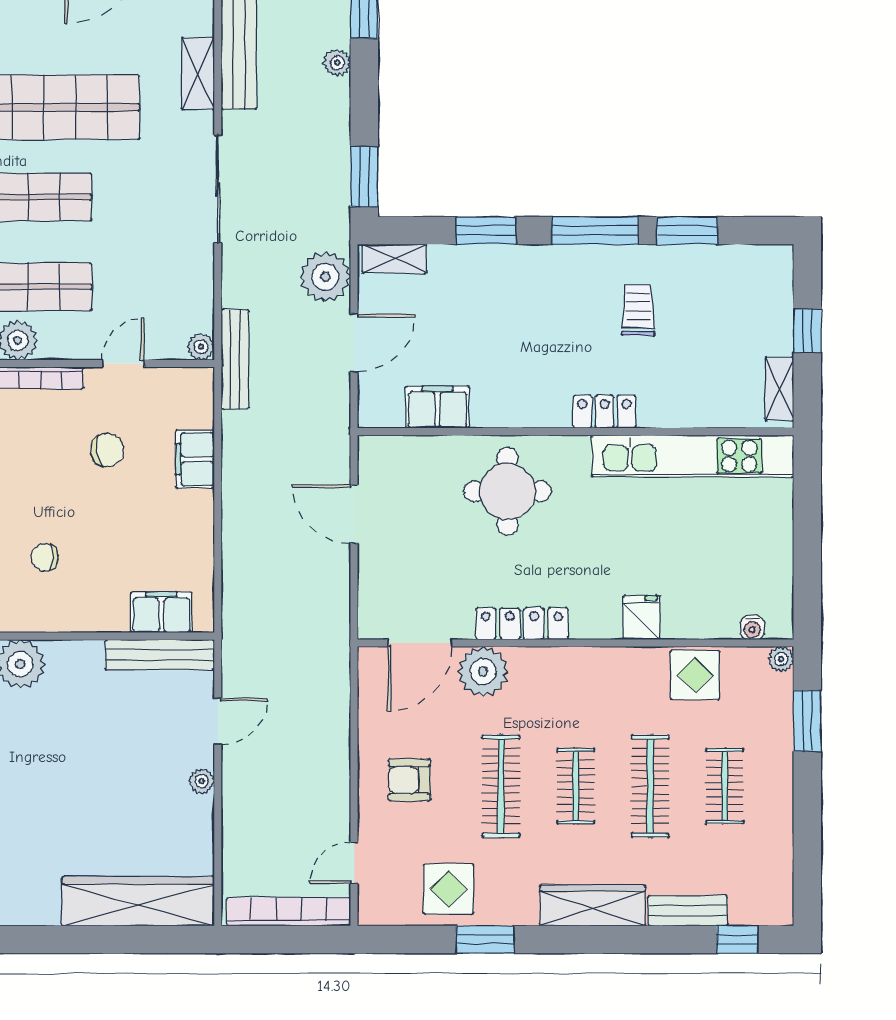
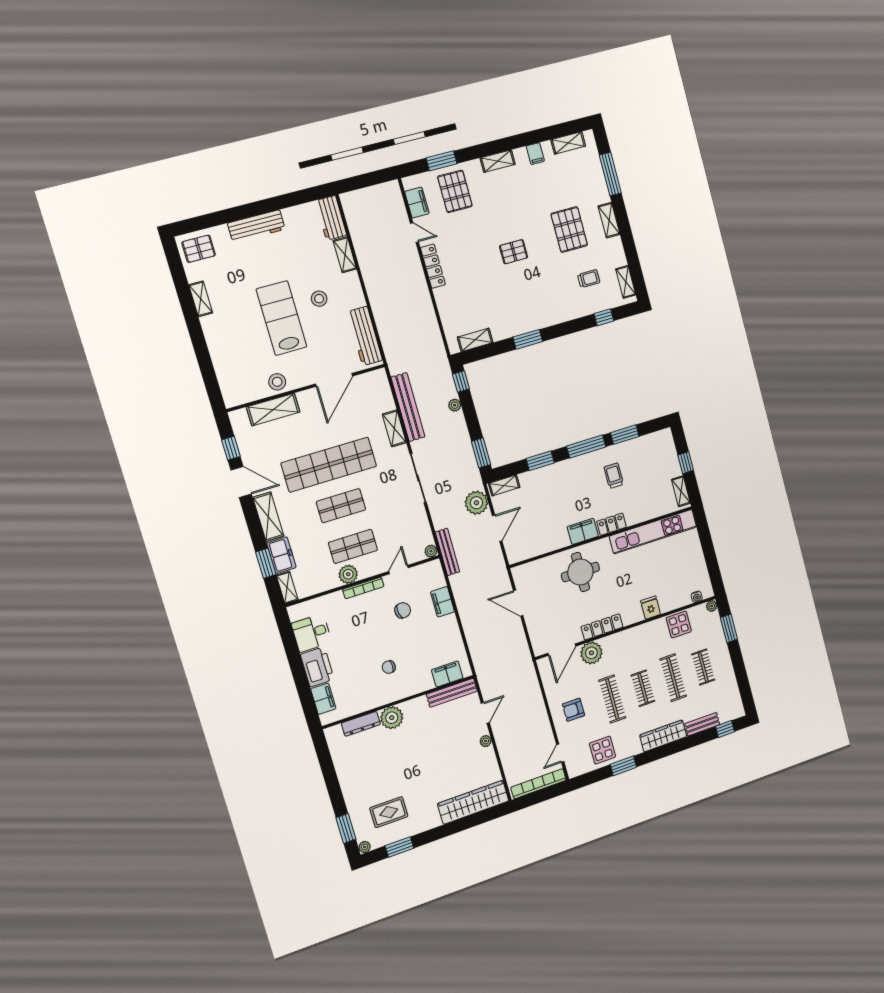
filing cabinet: (437, 407) -> (583, 531), moved

